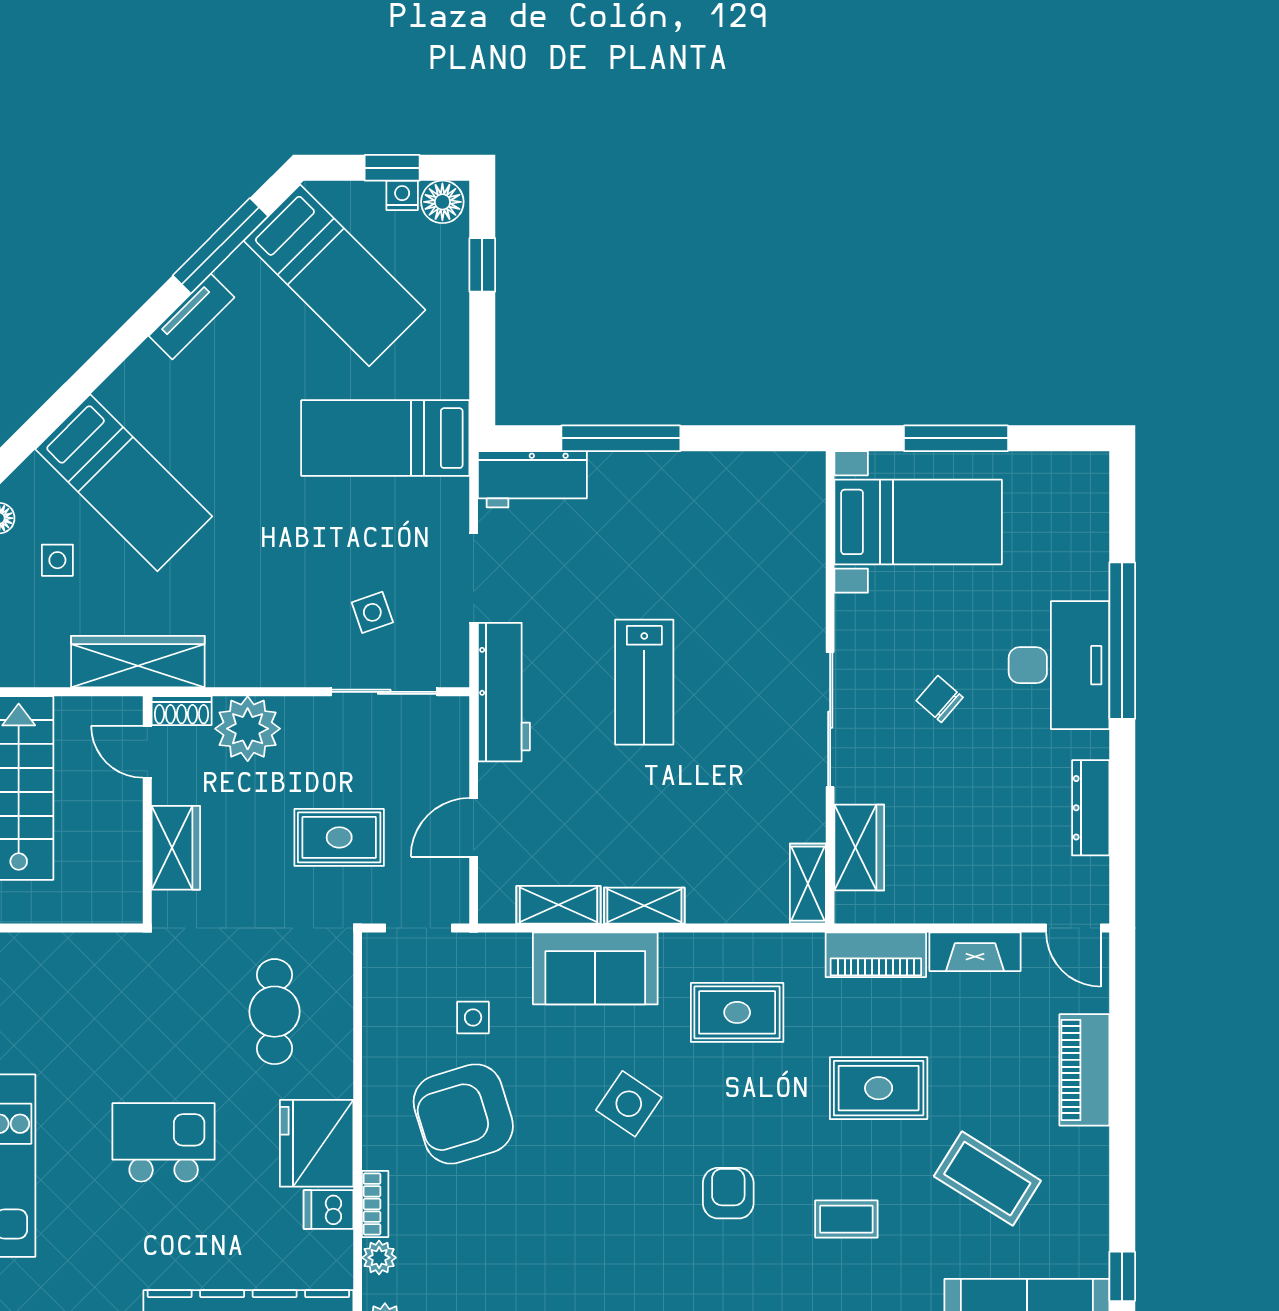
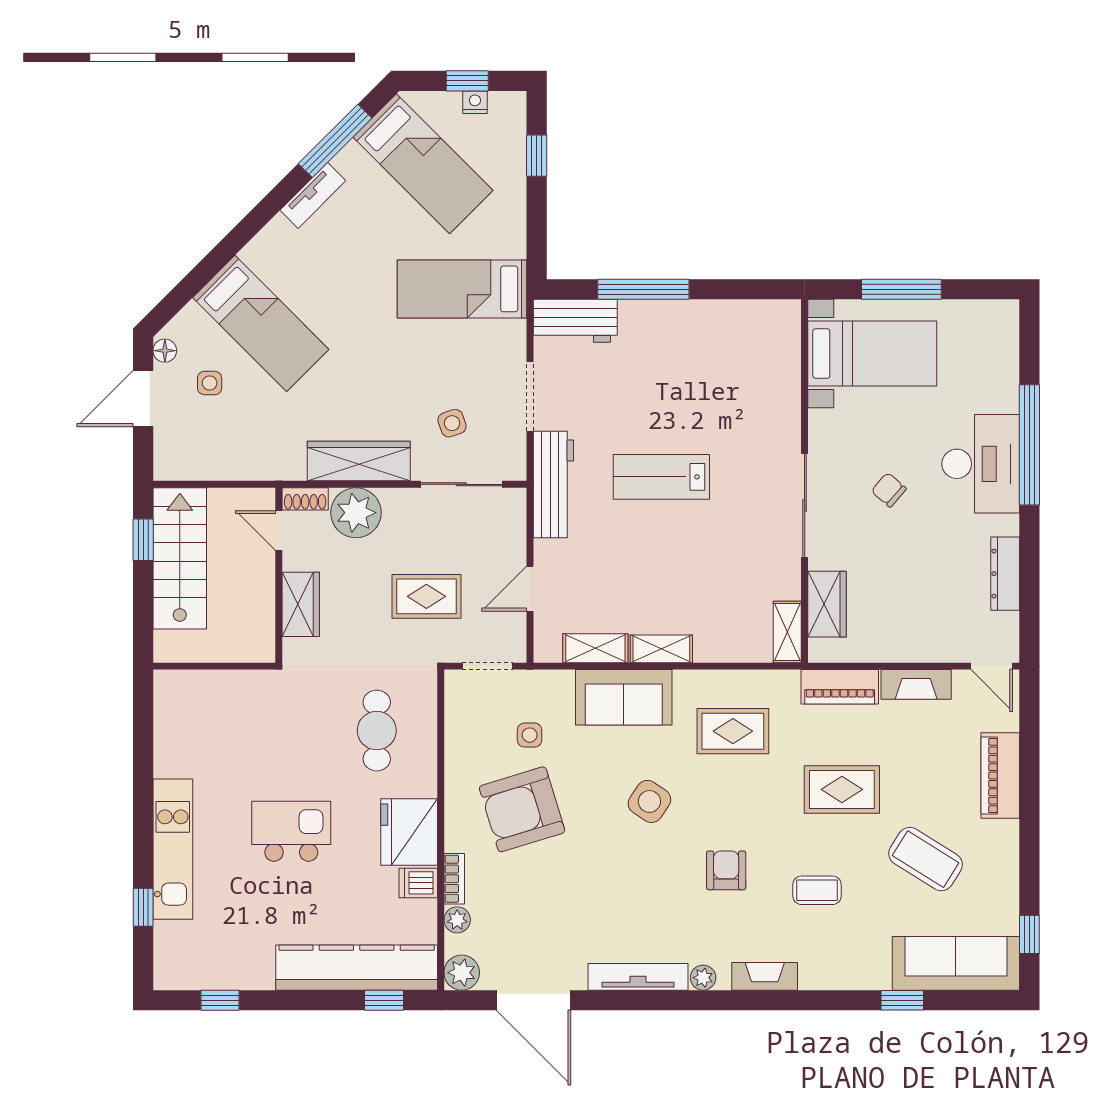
floor lamp: (442, 202) -> (506, 107), removed
wardrobe: (138, 662) -> (359, 461), moved
lab bench: (644, 682) -> (661, 477), turned 90

